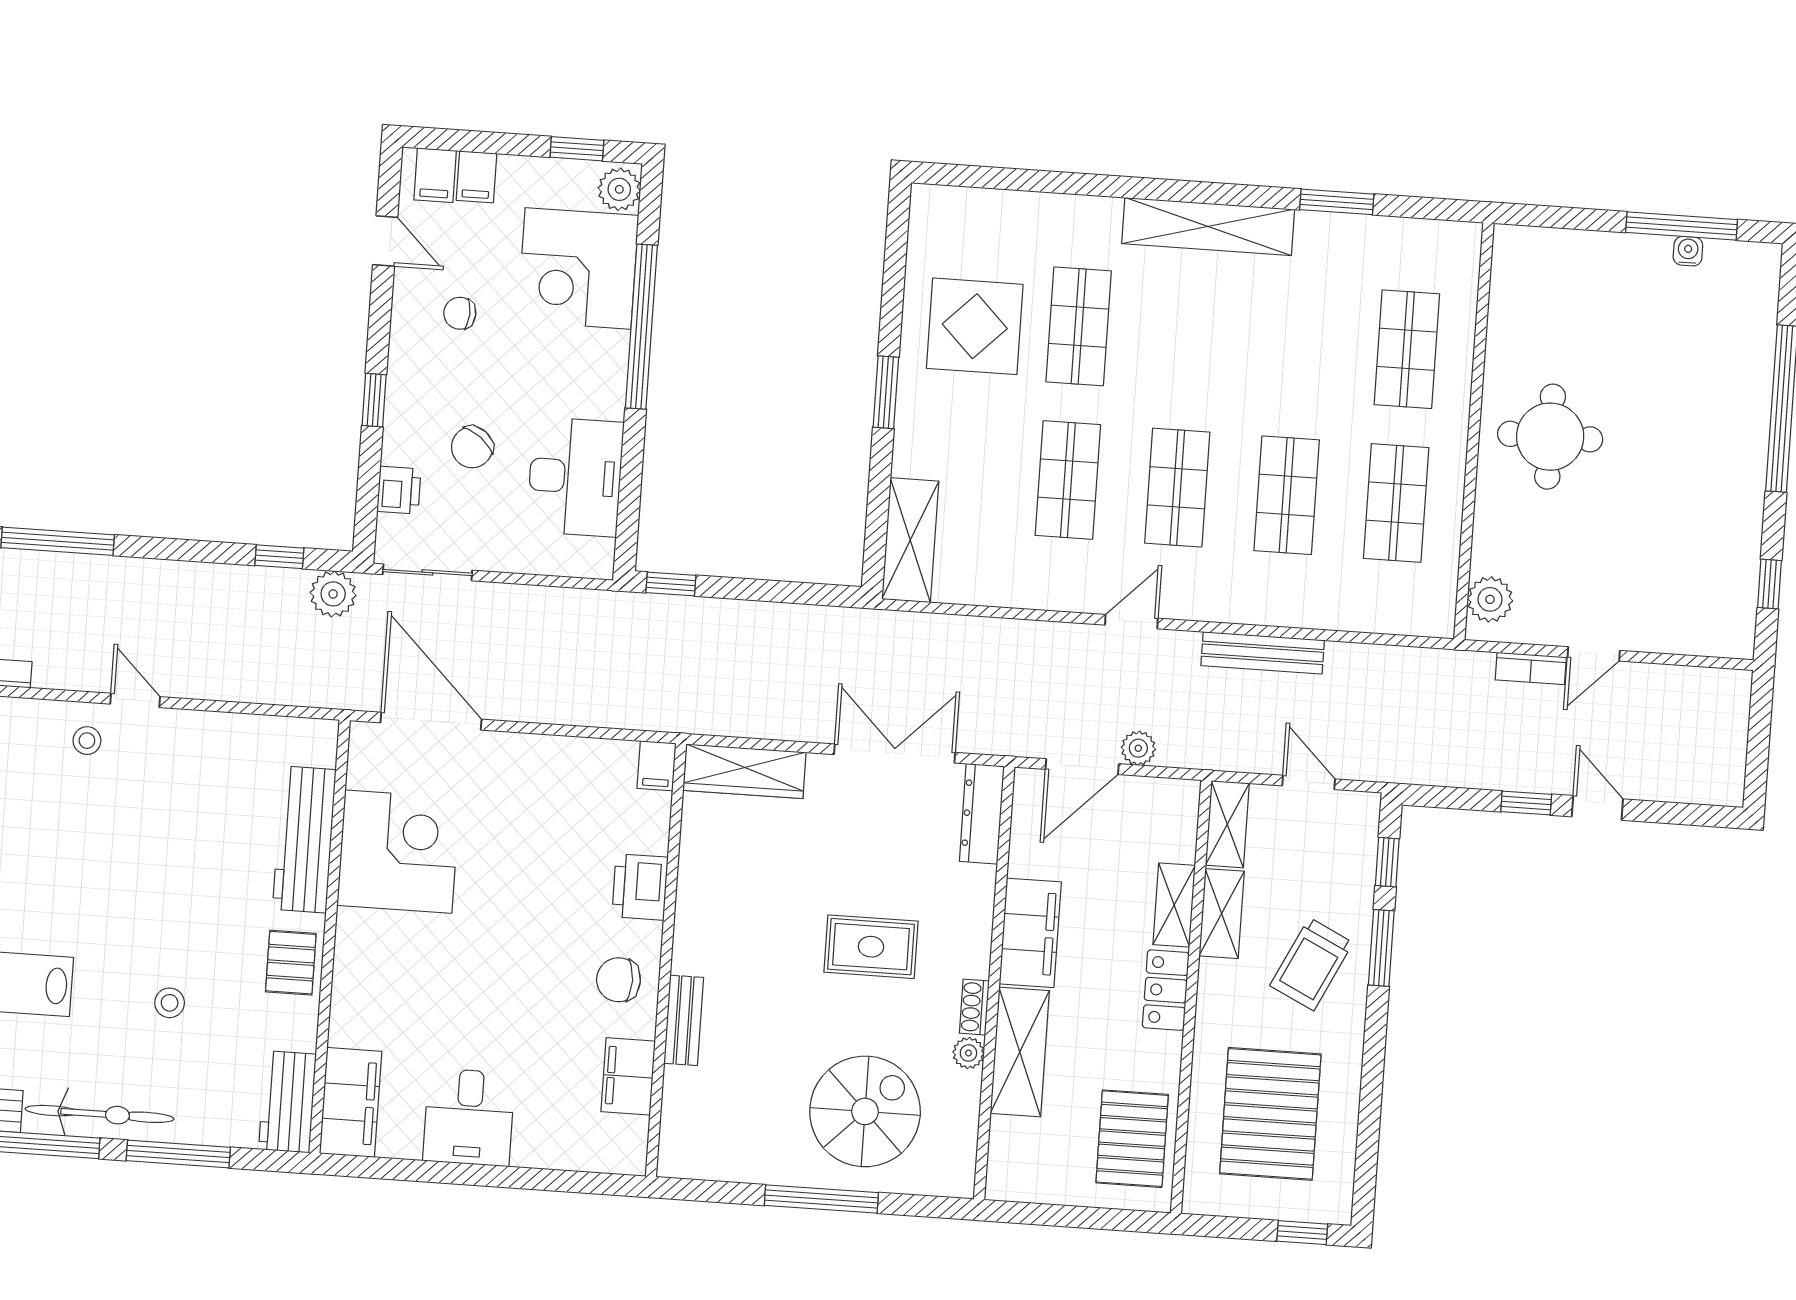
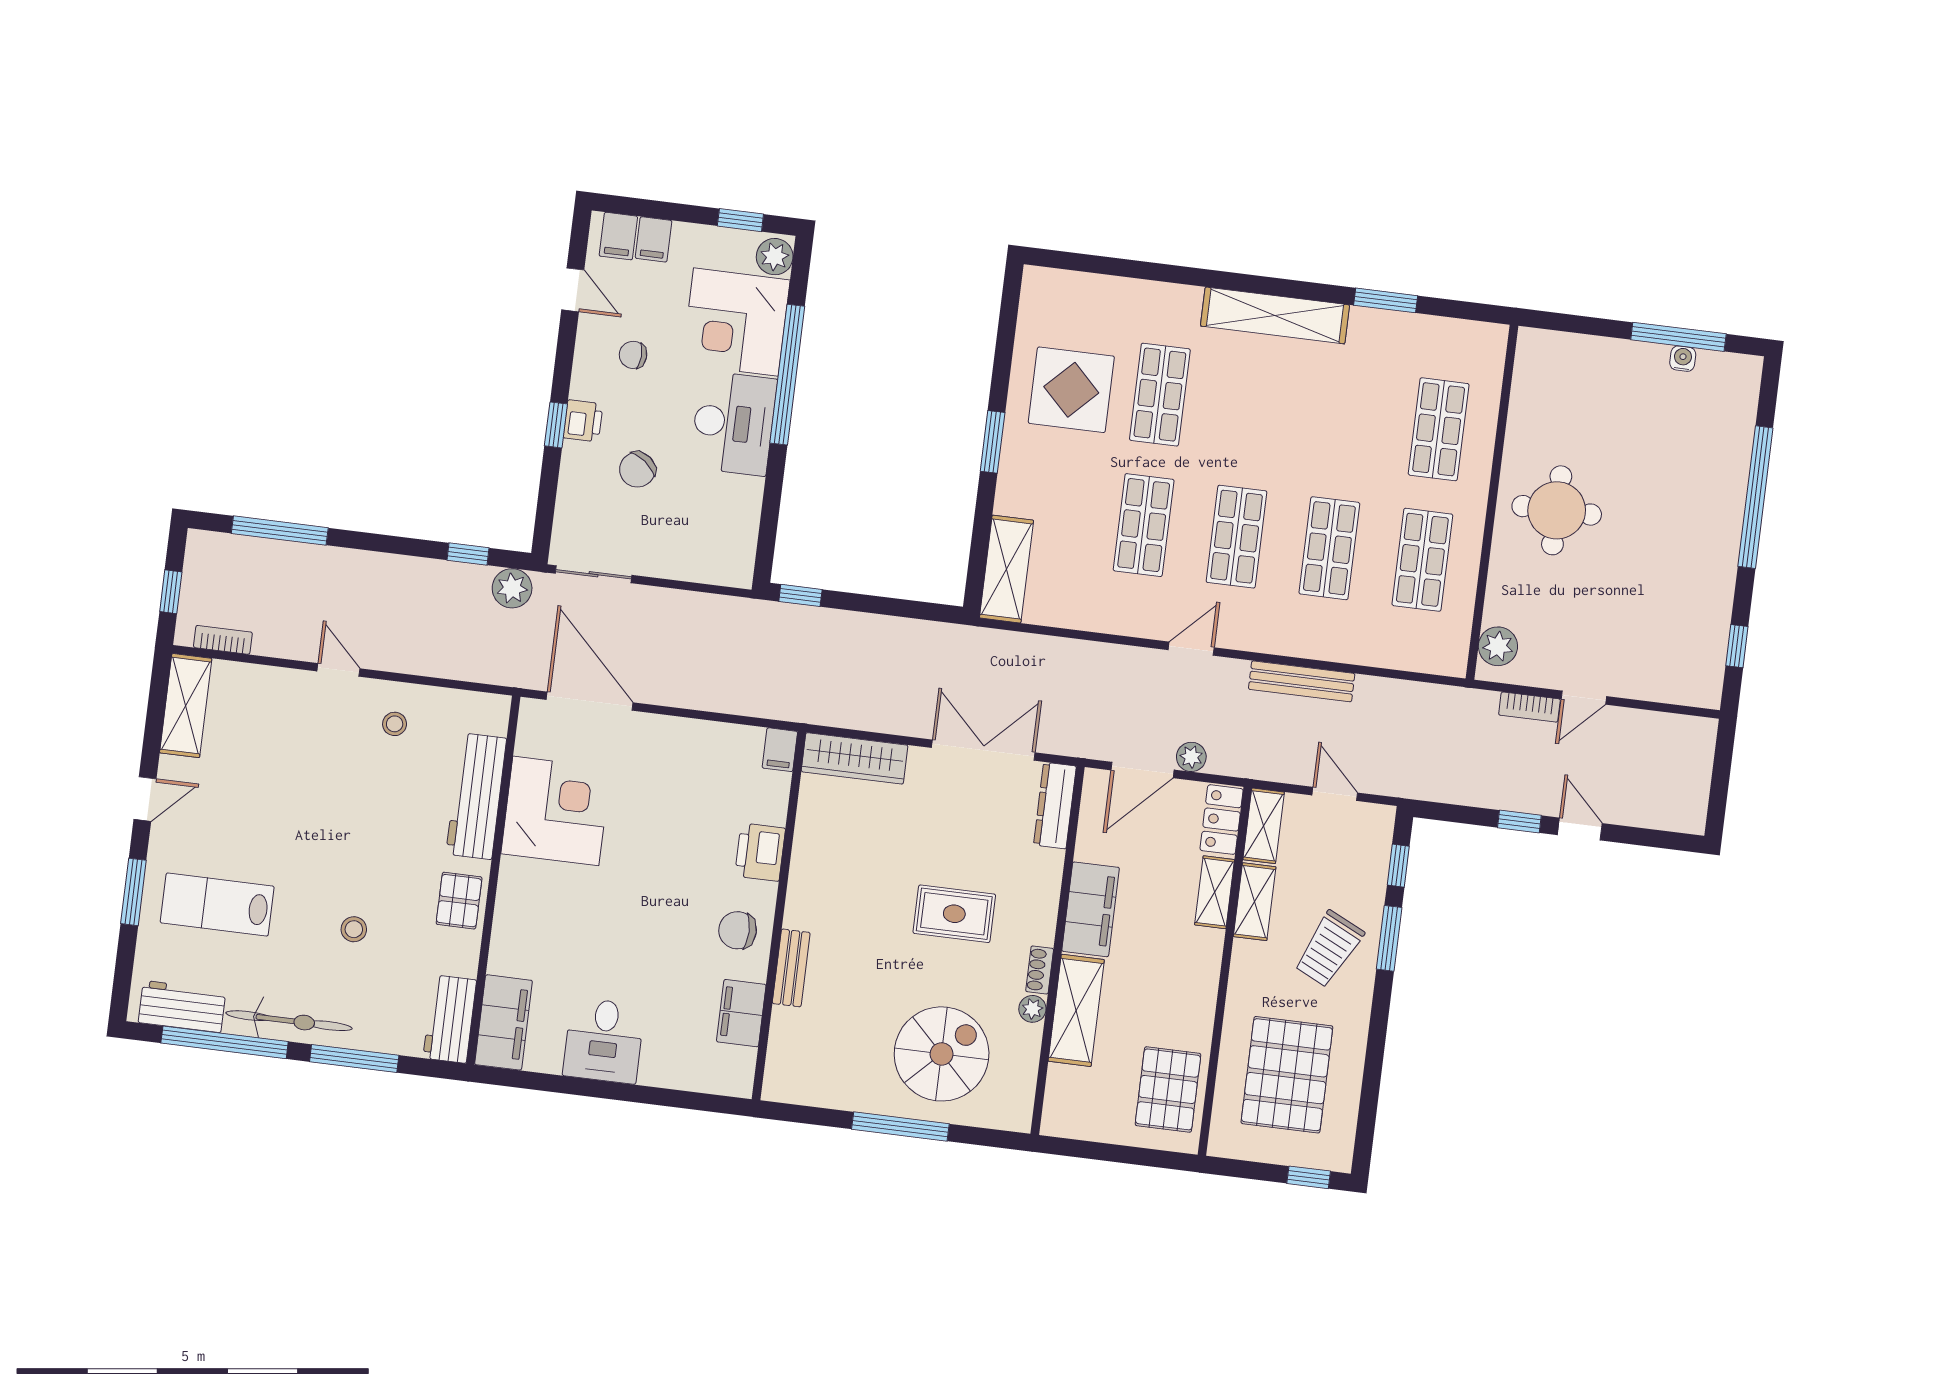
desk: (575, 477) -> (733, 423), moved
printer: (399, 490) -> (583, 421), moved
stool: (87, 741) -> (395, 724), moved
locker: (1166, 990) -> (1222, 820), moved

